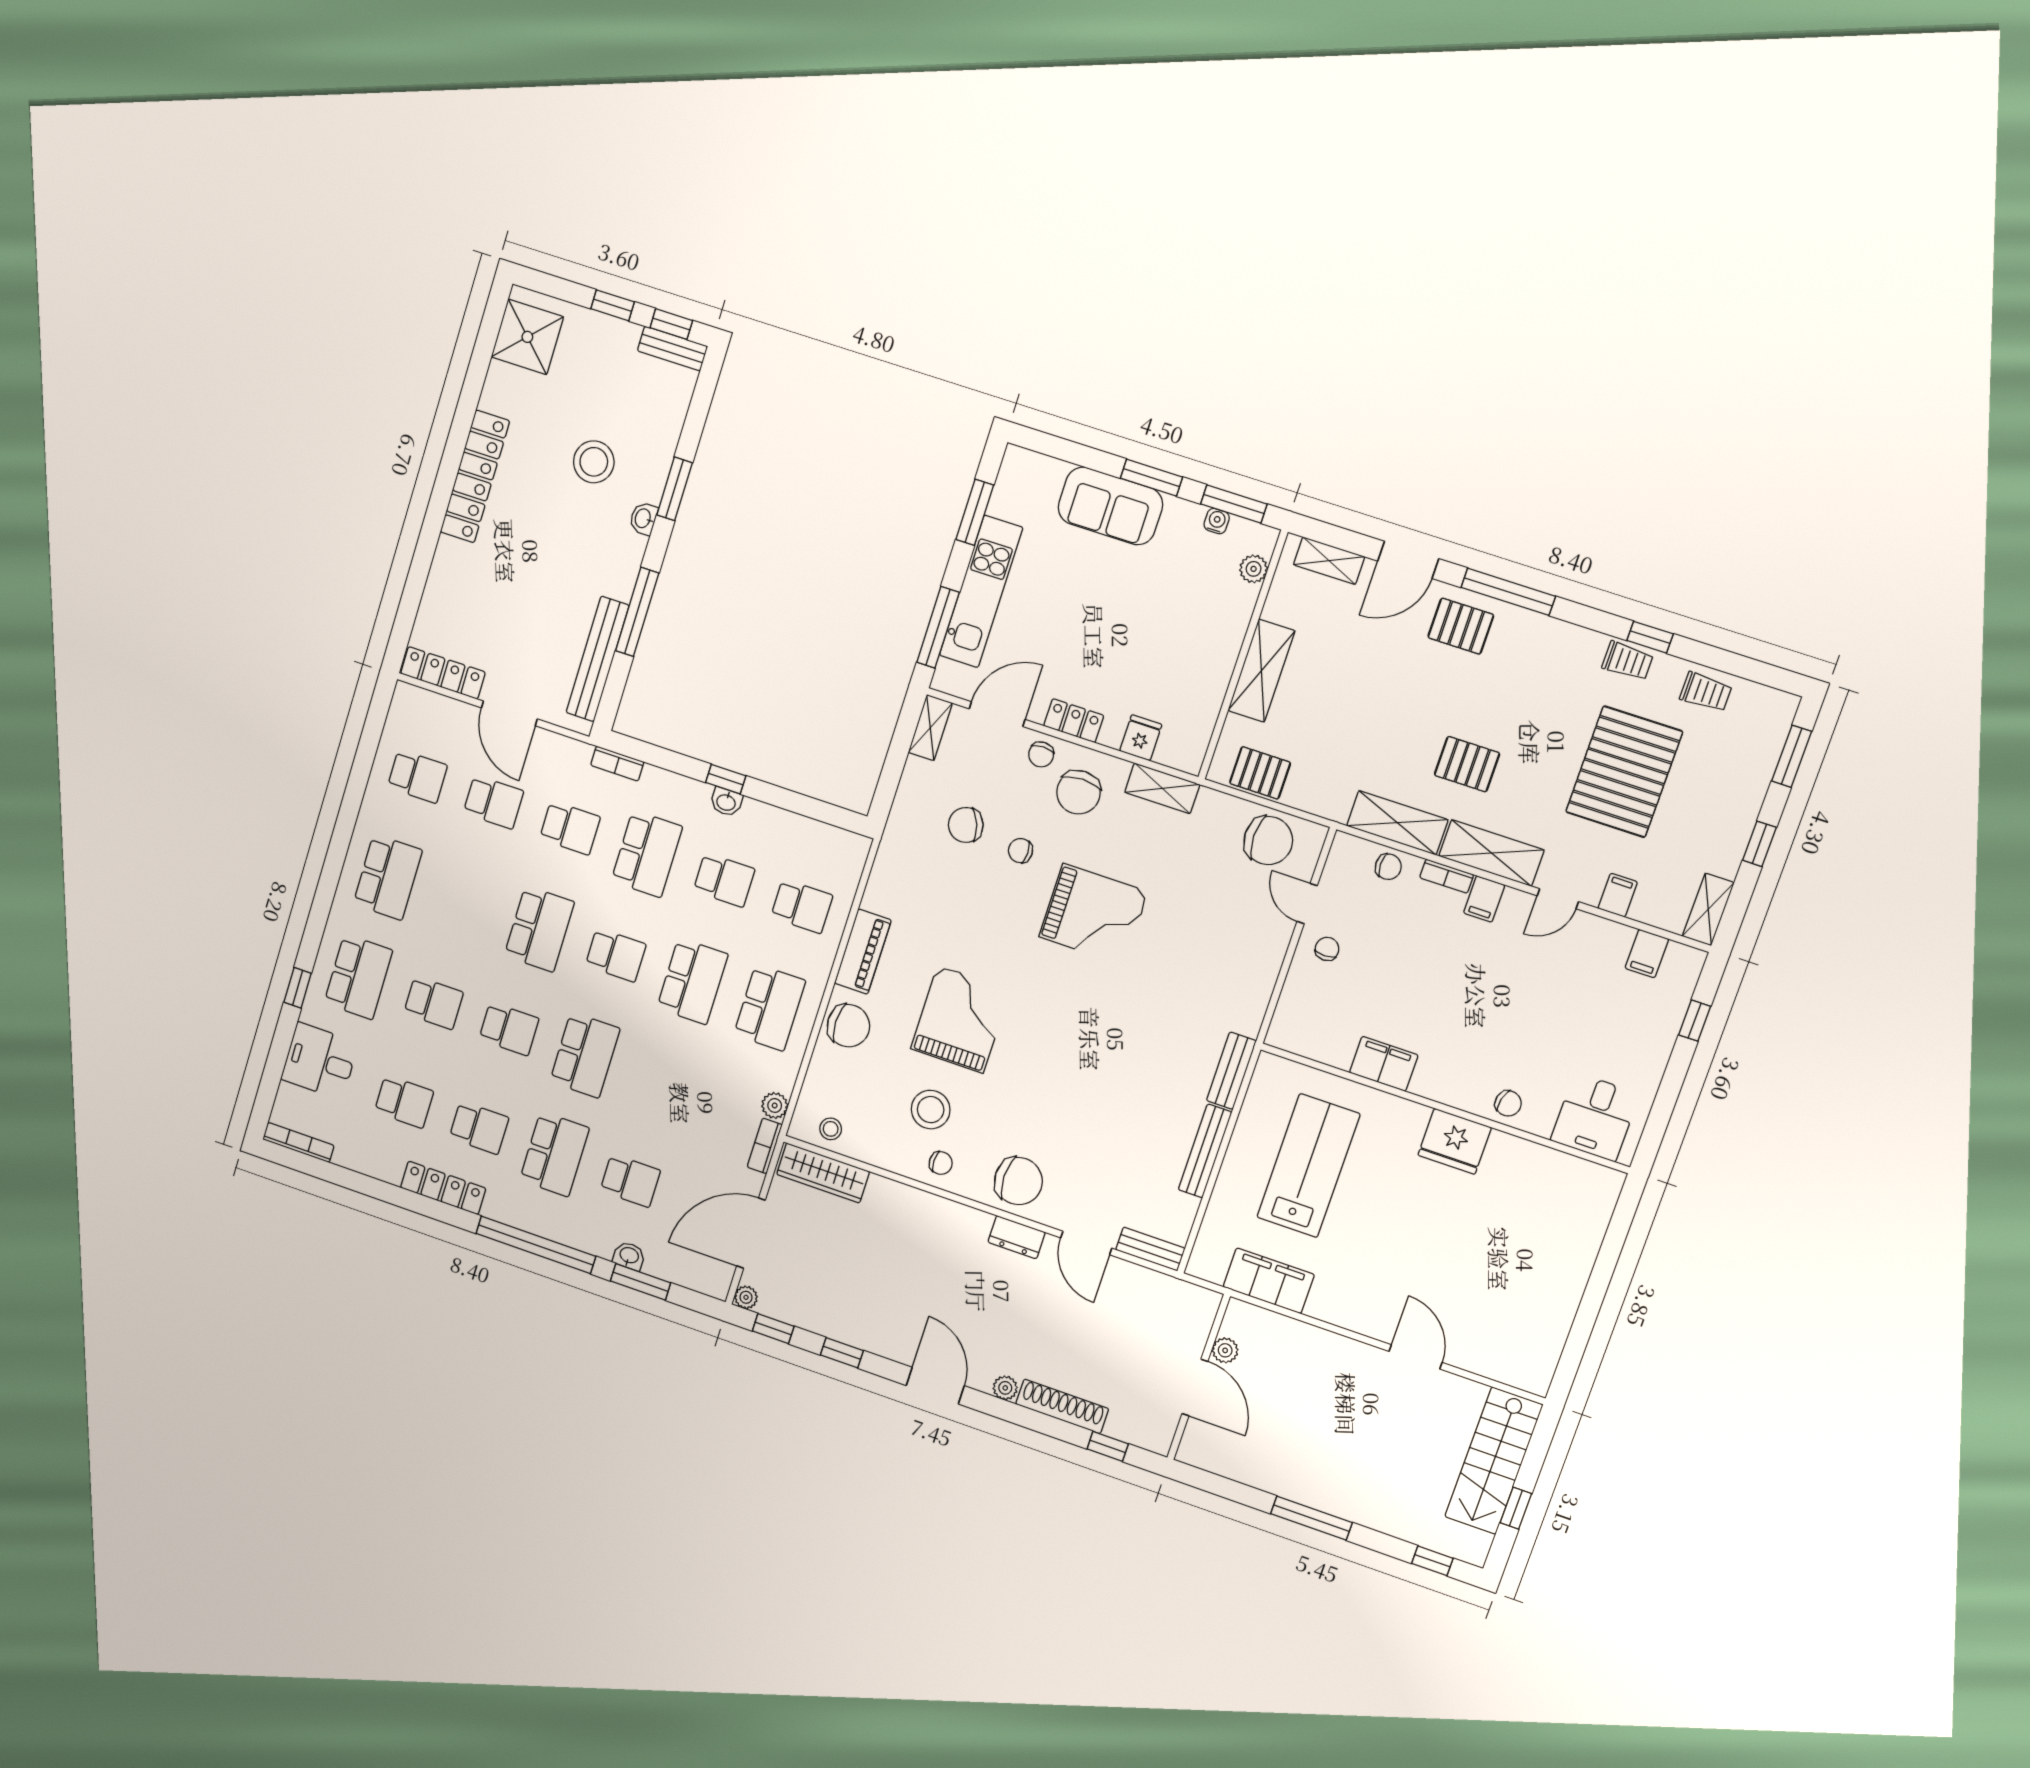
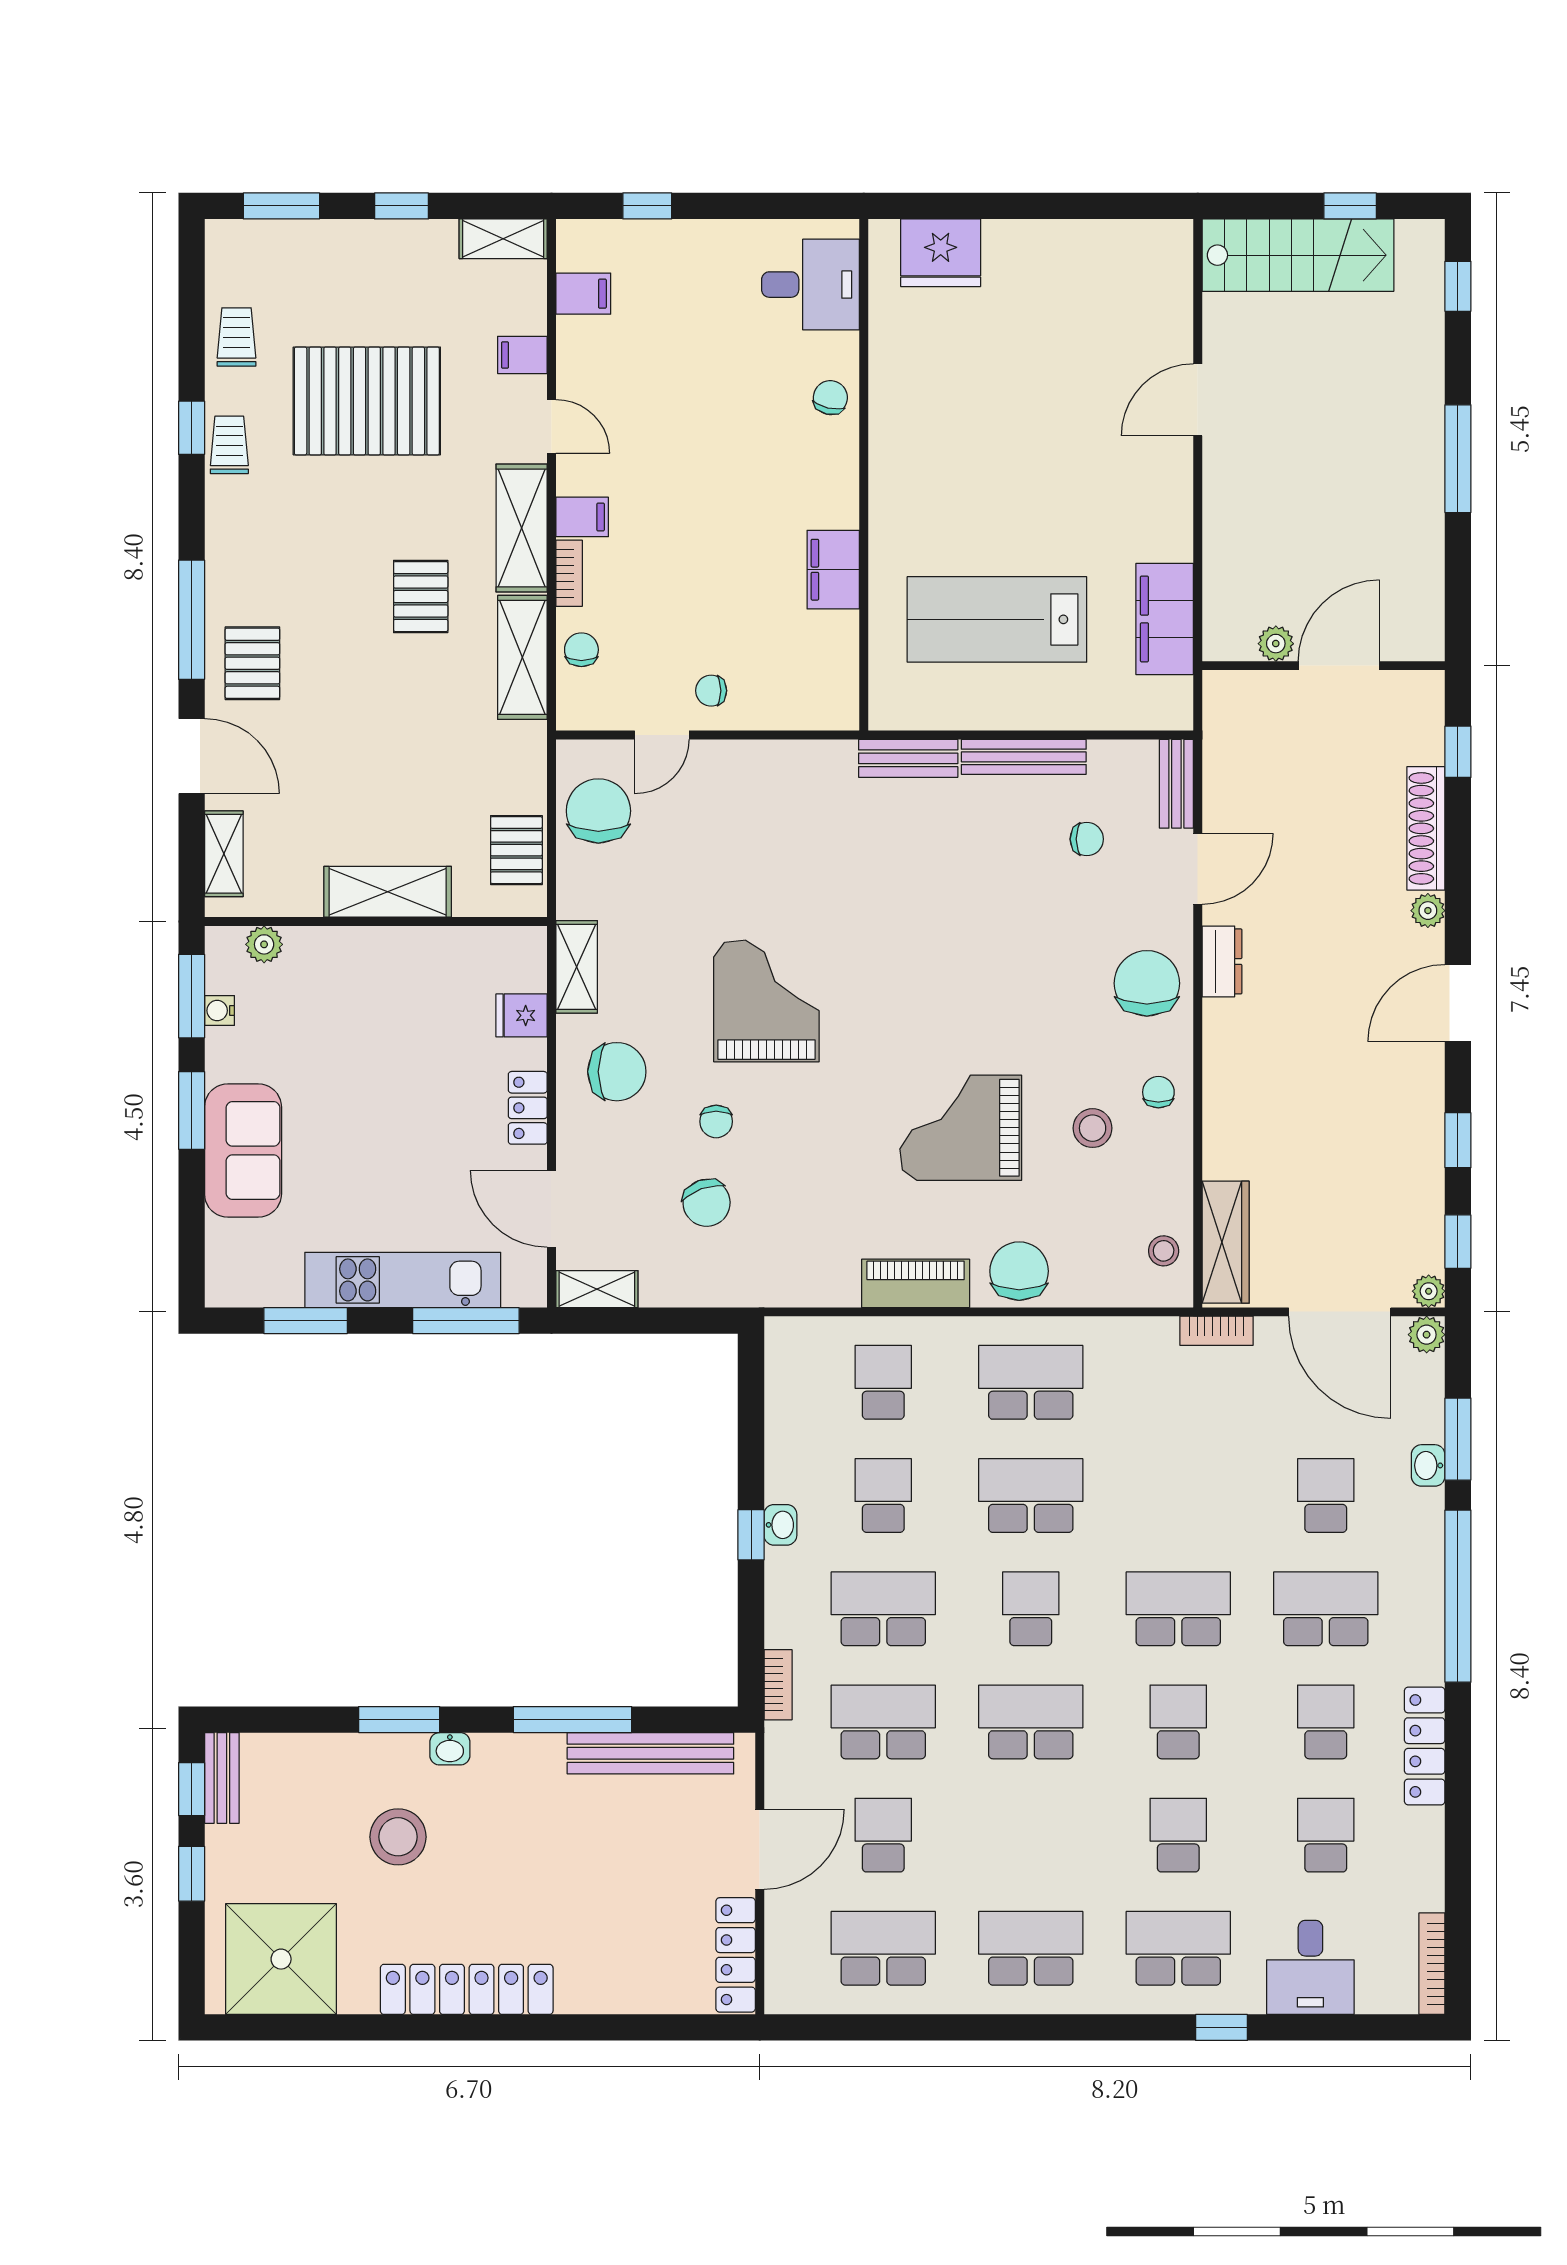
shower: (527, 337) -> (281, 1959), width x1.37, depth x1.37
chair: (1041, 754) -> (1087, 839), moved
school desk: (417, 776) -> (883, 1948), width x1.85
school desk: (570, 828) -> (883, 1722), width x1.85
plant: (775, 1105) -> (1427, 1335), moved
stool: (931, 1110) -> (1093, 1128), width x0.73, depth x0.73
fridge: (1455, 1141) -> (941, 253), moved, turned 90

